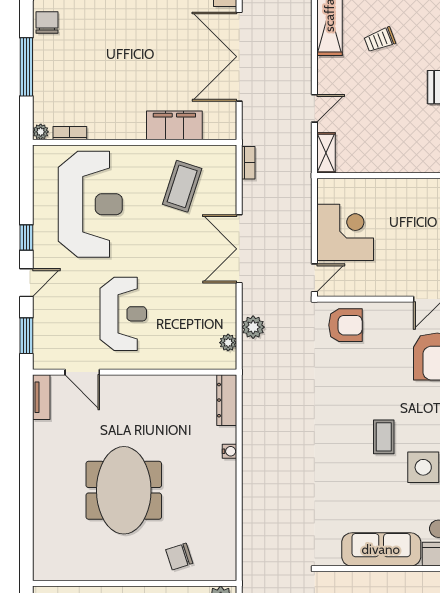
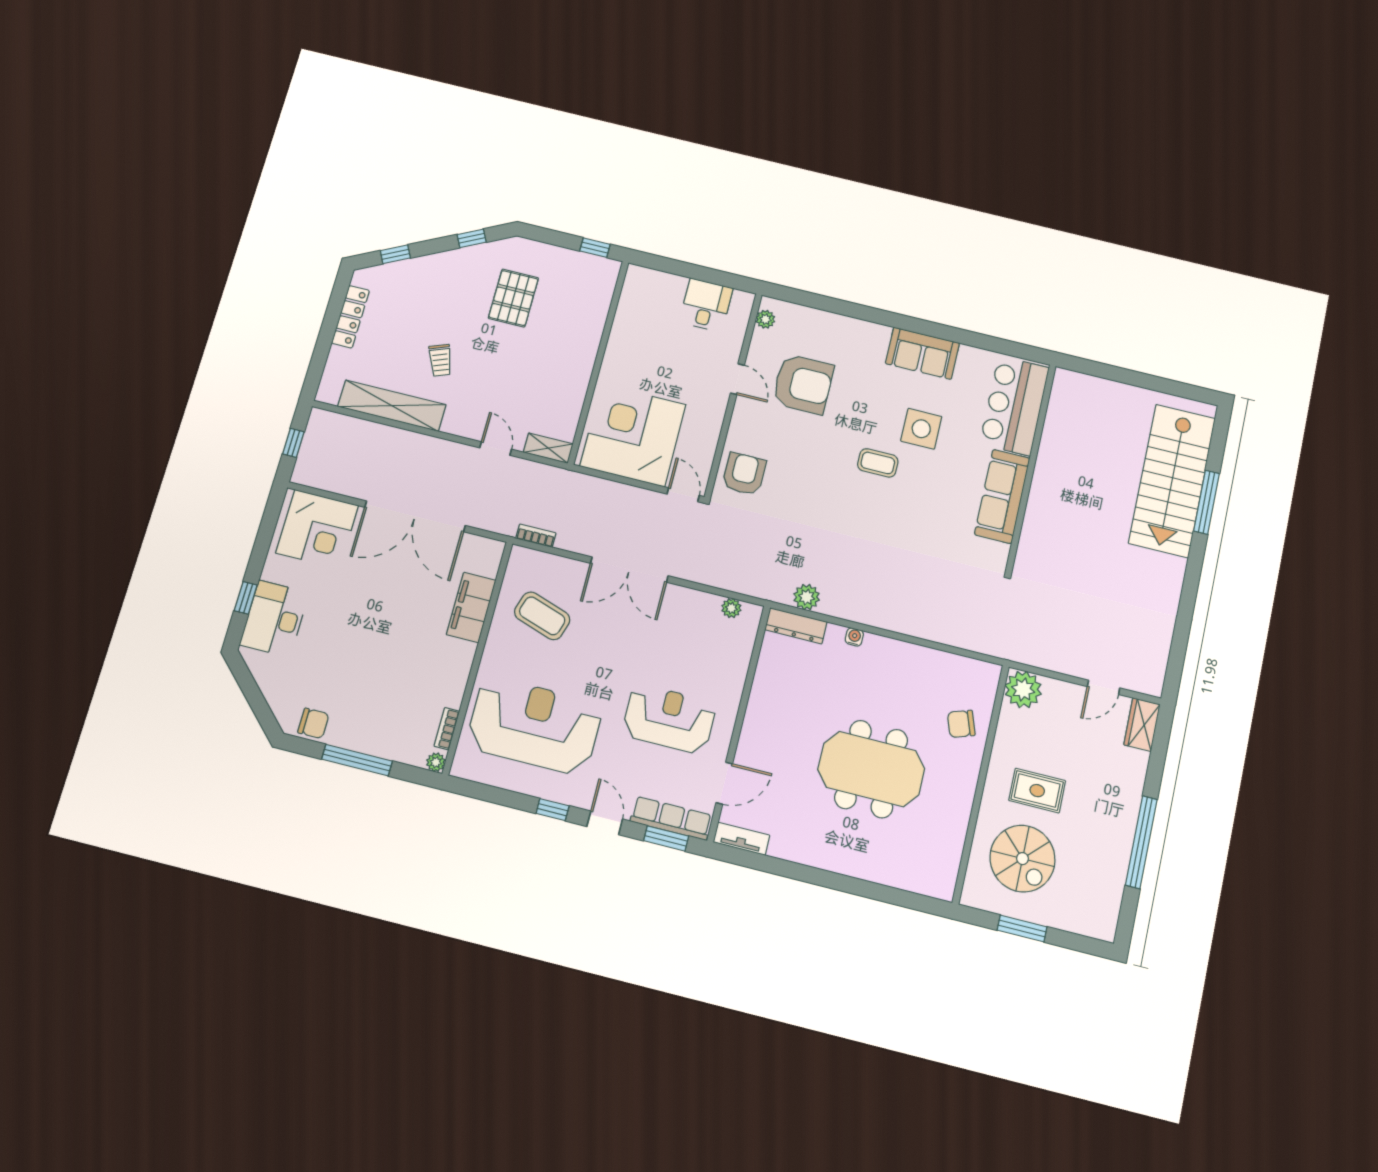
chair: (47, 22) -> (313, 723), turned 180
corner desk: (345, 232) -> (633, 435), width x1.36, depth x1.36
plant: (253, 327) -> (807, 597), moved
row of seats: (43, 336) -> (671, 818), added
chair: (179, 556) -> (961, 724), turned 89

